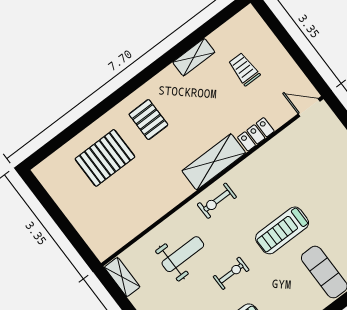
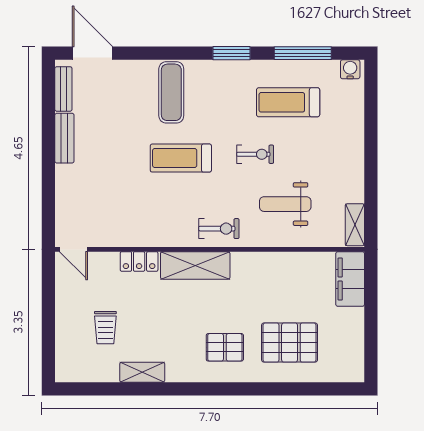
pallet: (148, 120) -> (225, 347), turned 90
treadmill: (282, 230) -> (181, 158), turned 180
filing cabinet: (96, 236) -> (350, 279), added
exercise bike: (231, 273) -> (255, 154), turned 180

